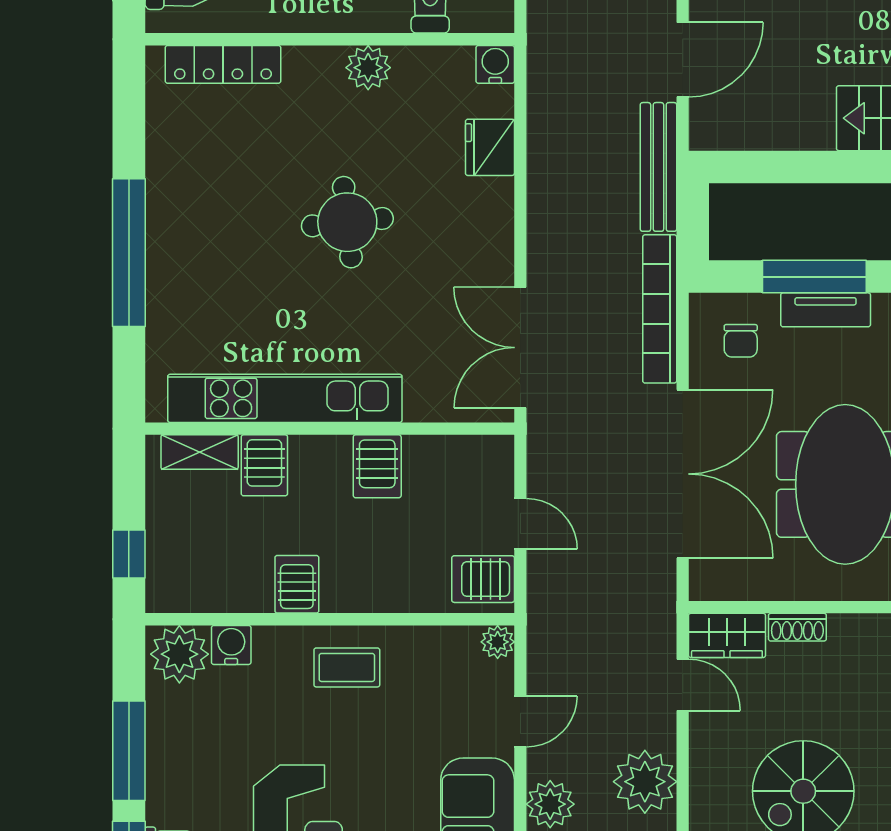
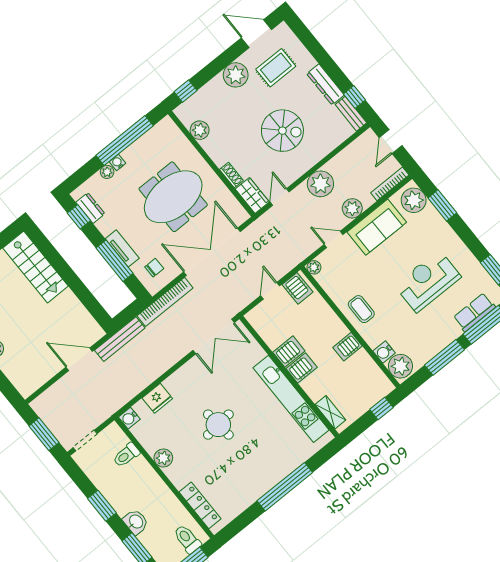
server rack: (264, 465) -> (302, 368), moved

